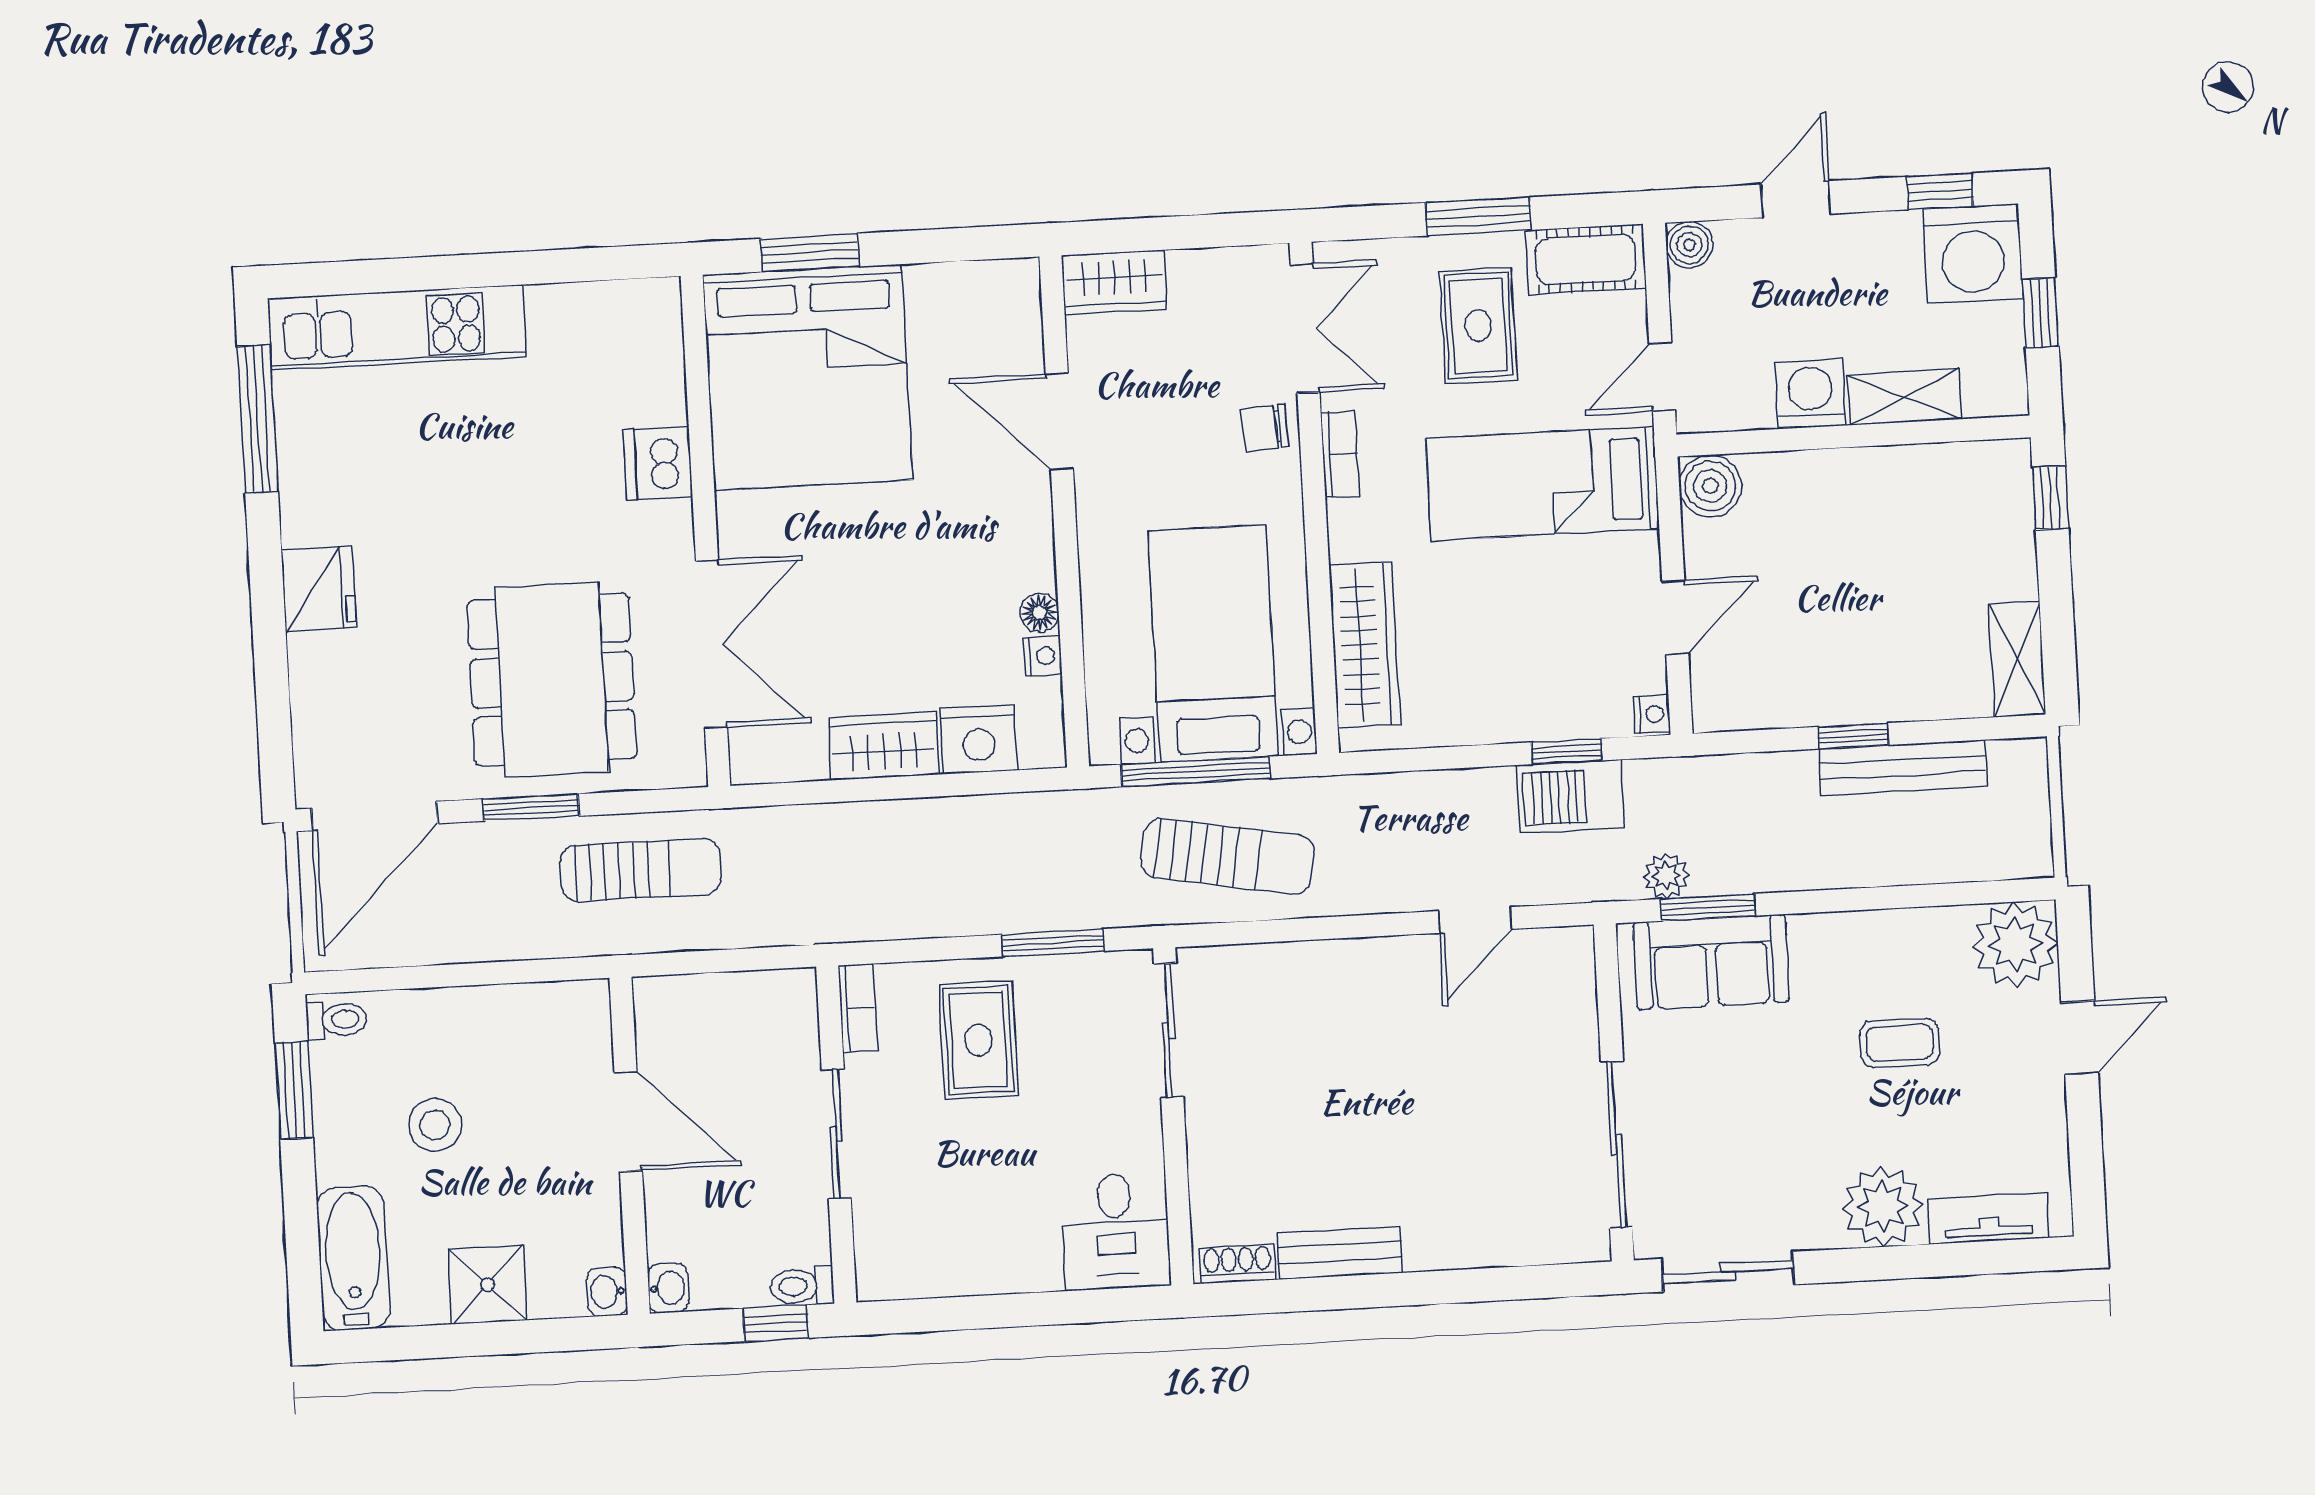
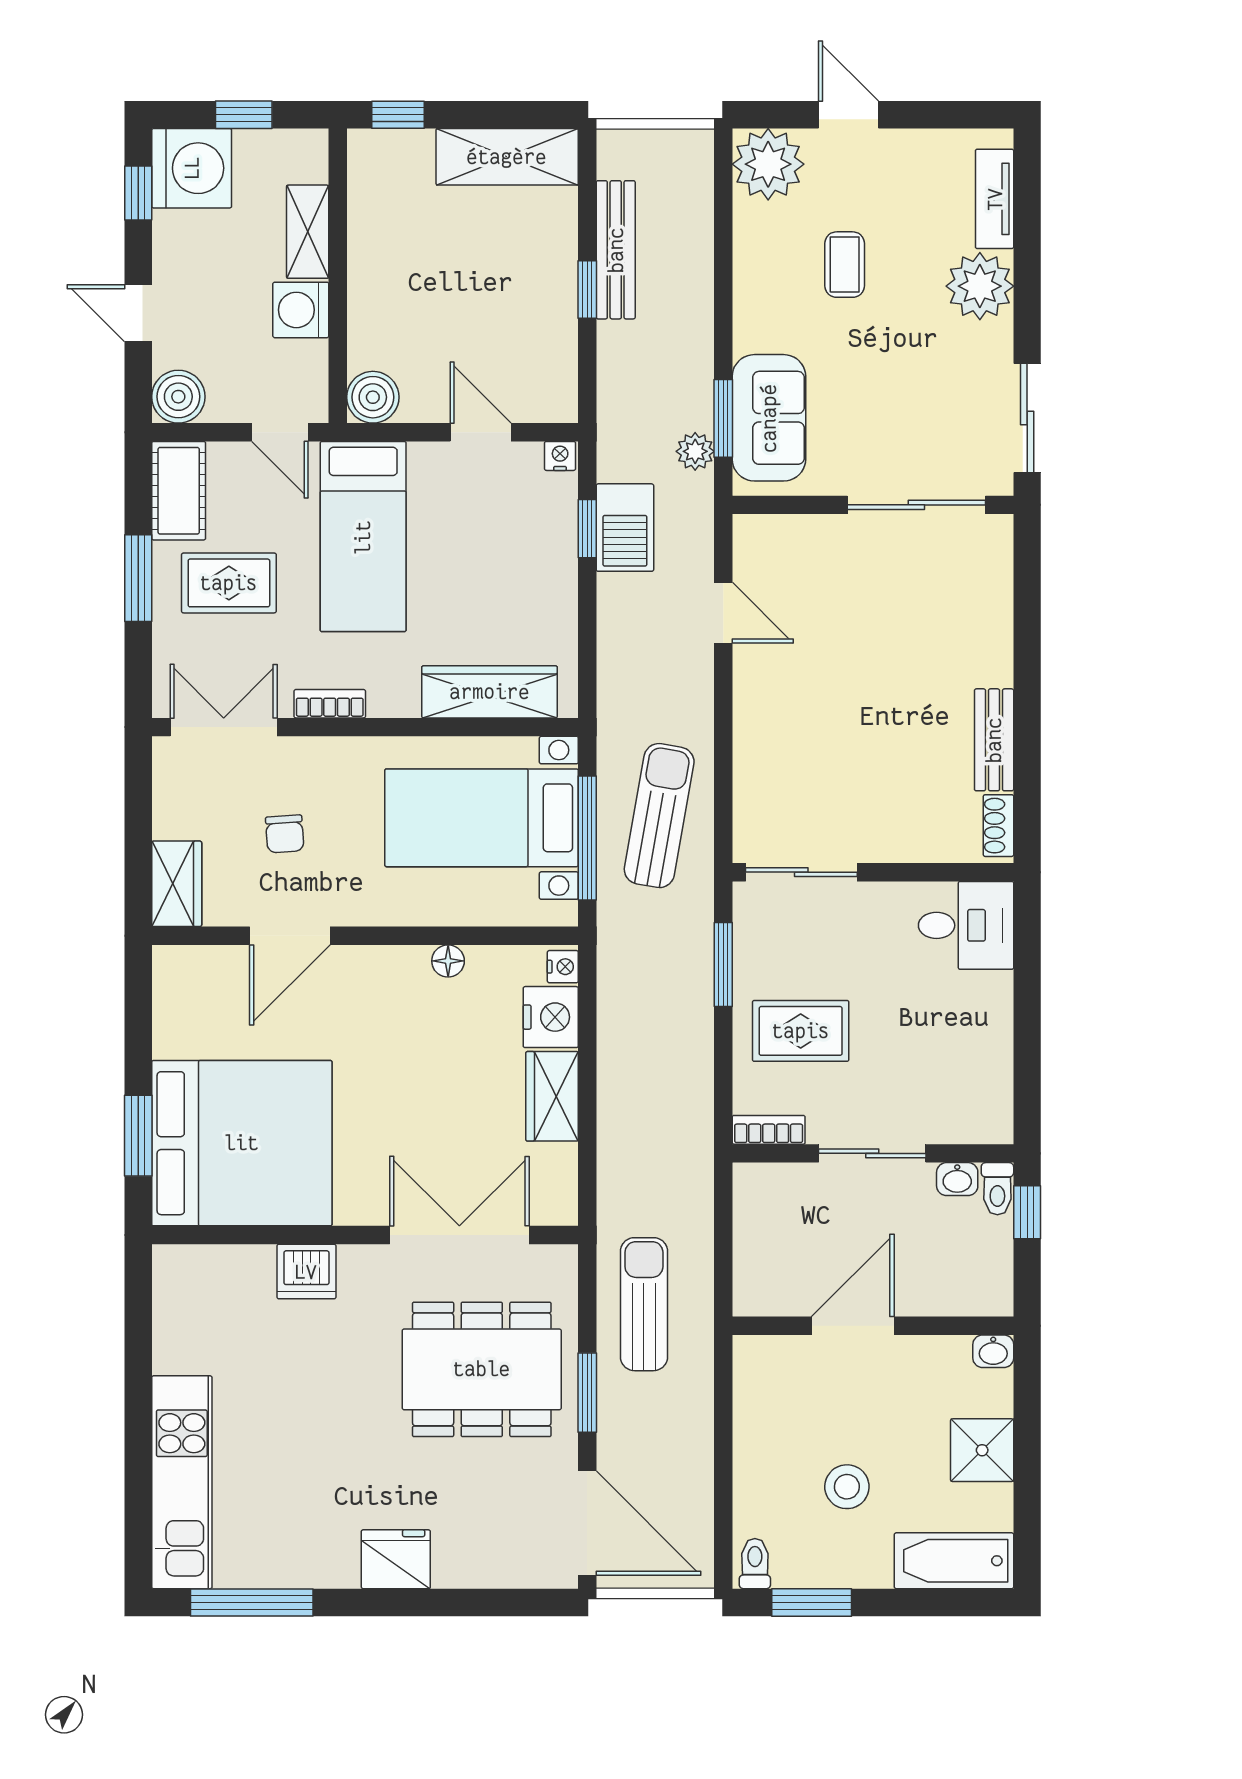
boiler: (1689, 245) -> (178, 397), width x1.36, depth x1.36
chair: (1265, 428) -> (285, 834), moved
nightstand: (1043, 656) -> (563, 967), moved, turned 90
shelving: (2017, 659) -> (507, 157), width x1.50, depth x1.33
washbasin: (668, 1288) -> (957, 1179), moved, turned 180

